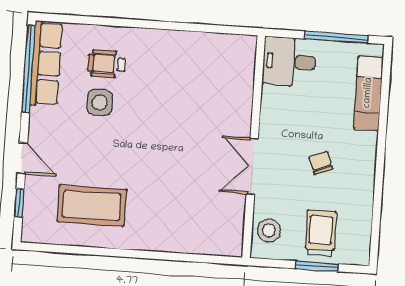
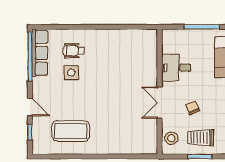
desk: (289, 62) -> (176, 68), moved
chair: (321, 163) -> (193, 108), moved
trolley: (321, 233) -> (200, 138), turned -90

